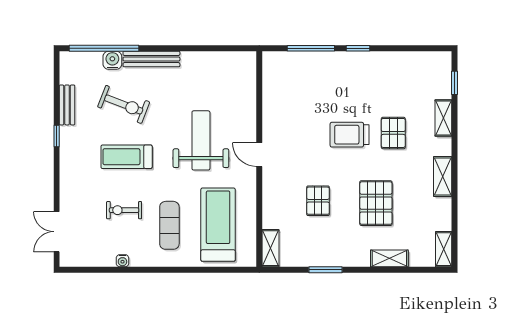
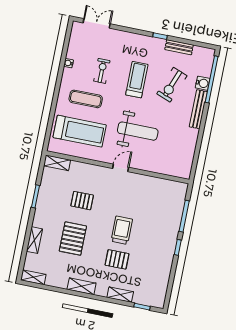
pallet: (376, 203) -> (73, 239), turned 90

